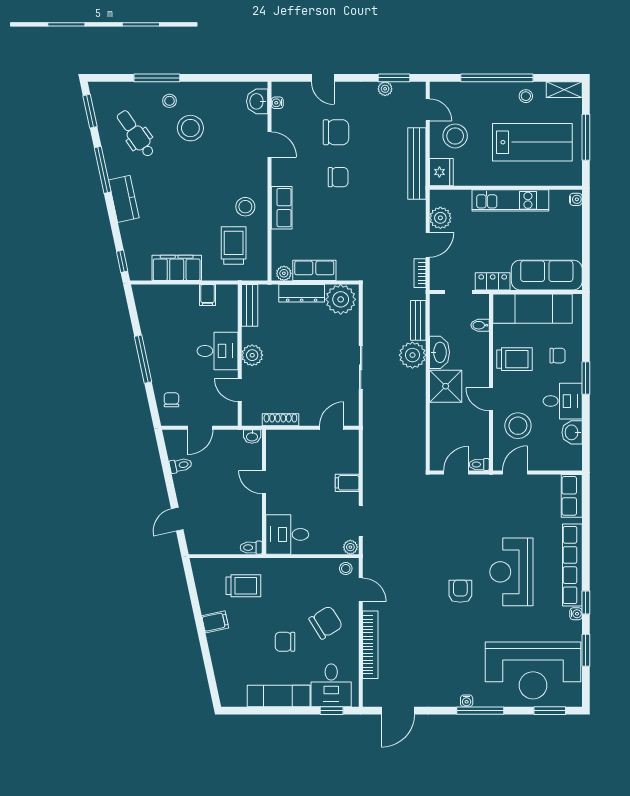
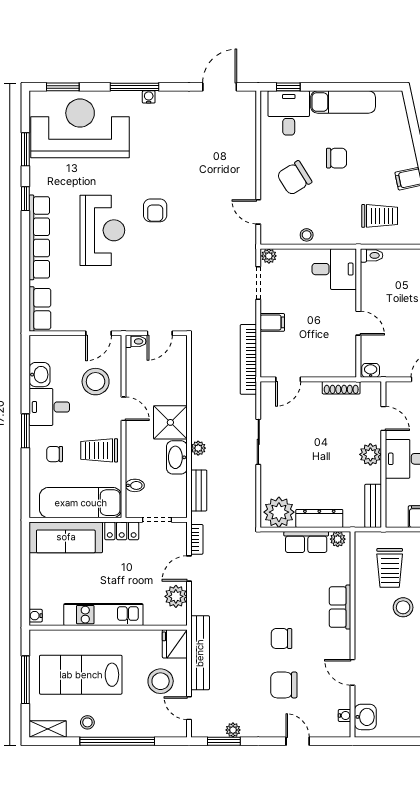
stool: (245, 207) -> (403, 607), moved
plant: (412, 355) -> (198, 448), width x0.53, depth x0.53
stool: (346, 568) -> (307, 235), moved
trolley: (243, 586) -> (380, 216), turned 180
water cooler: (576, 614) -> (36, 187), removed
bookcase: (370, 645) -> (248, 359), moved

